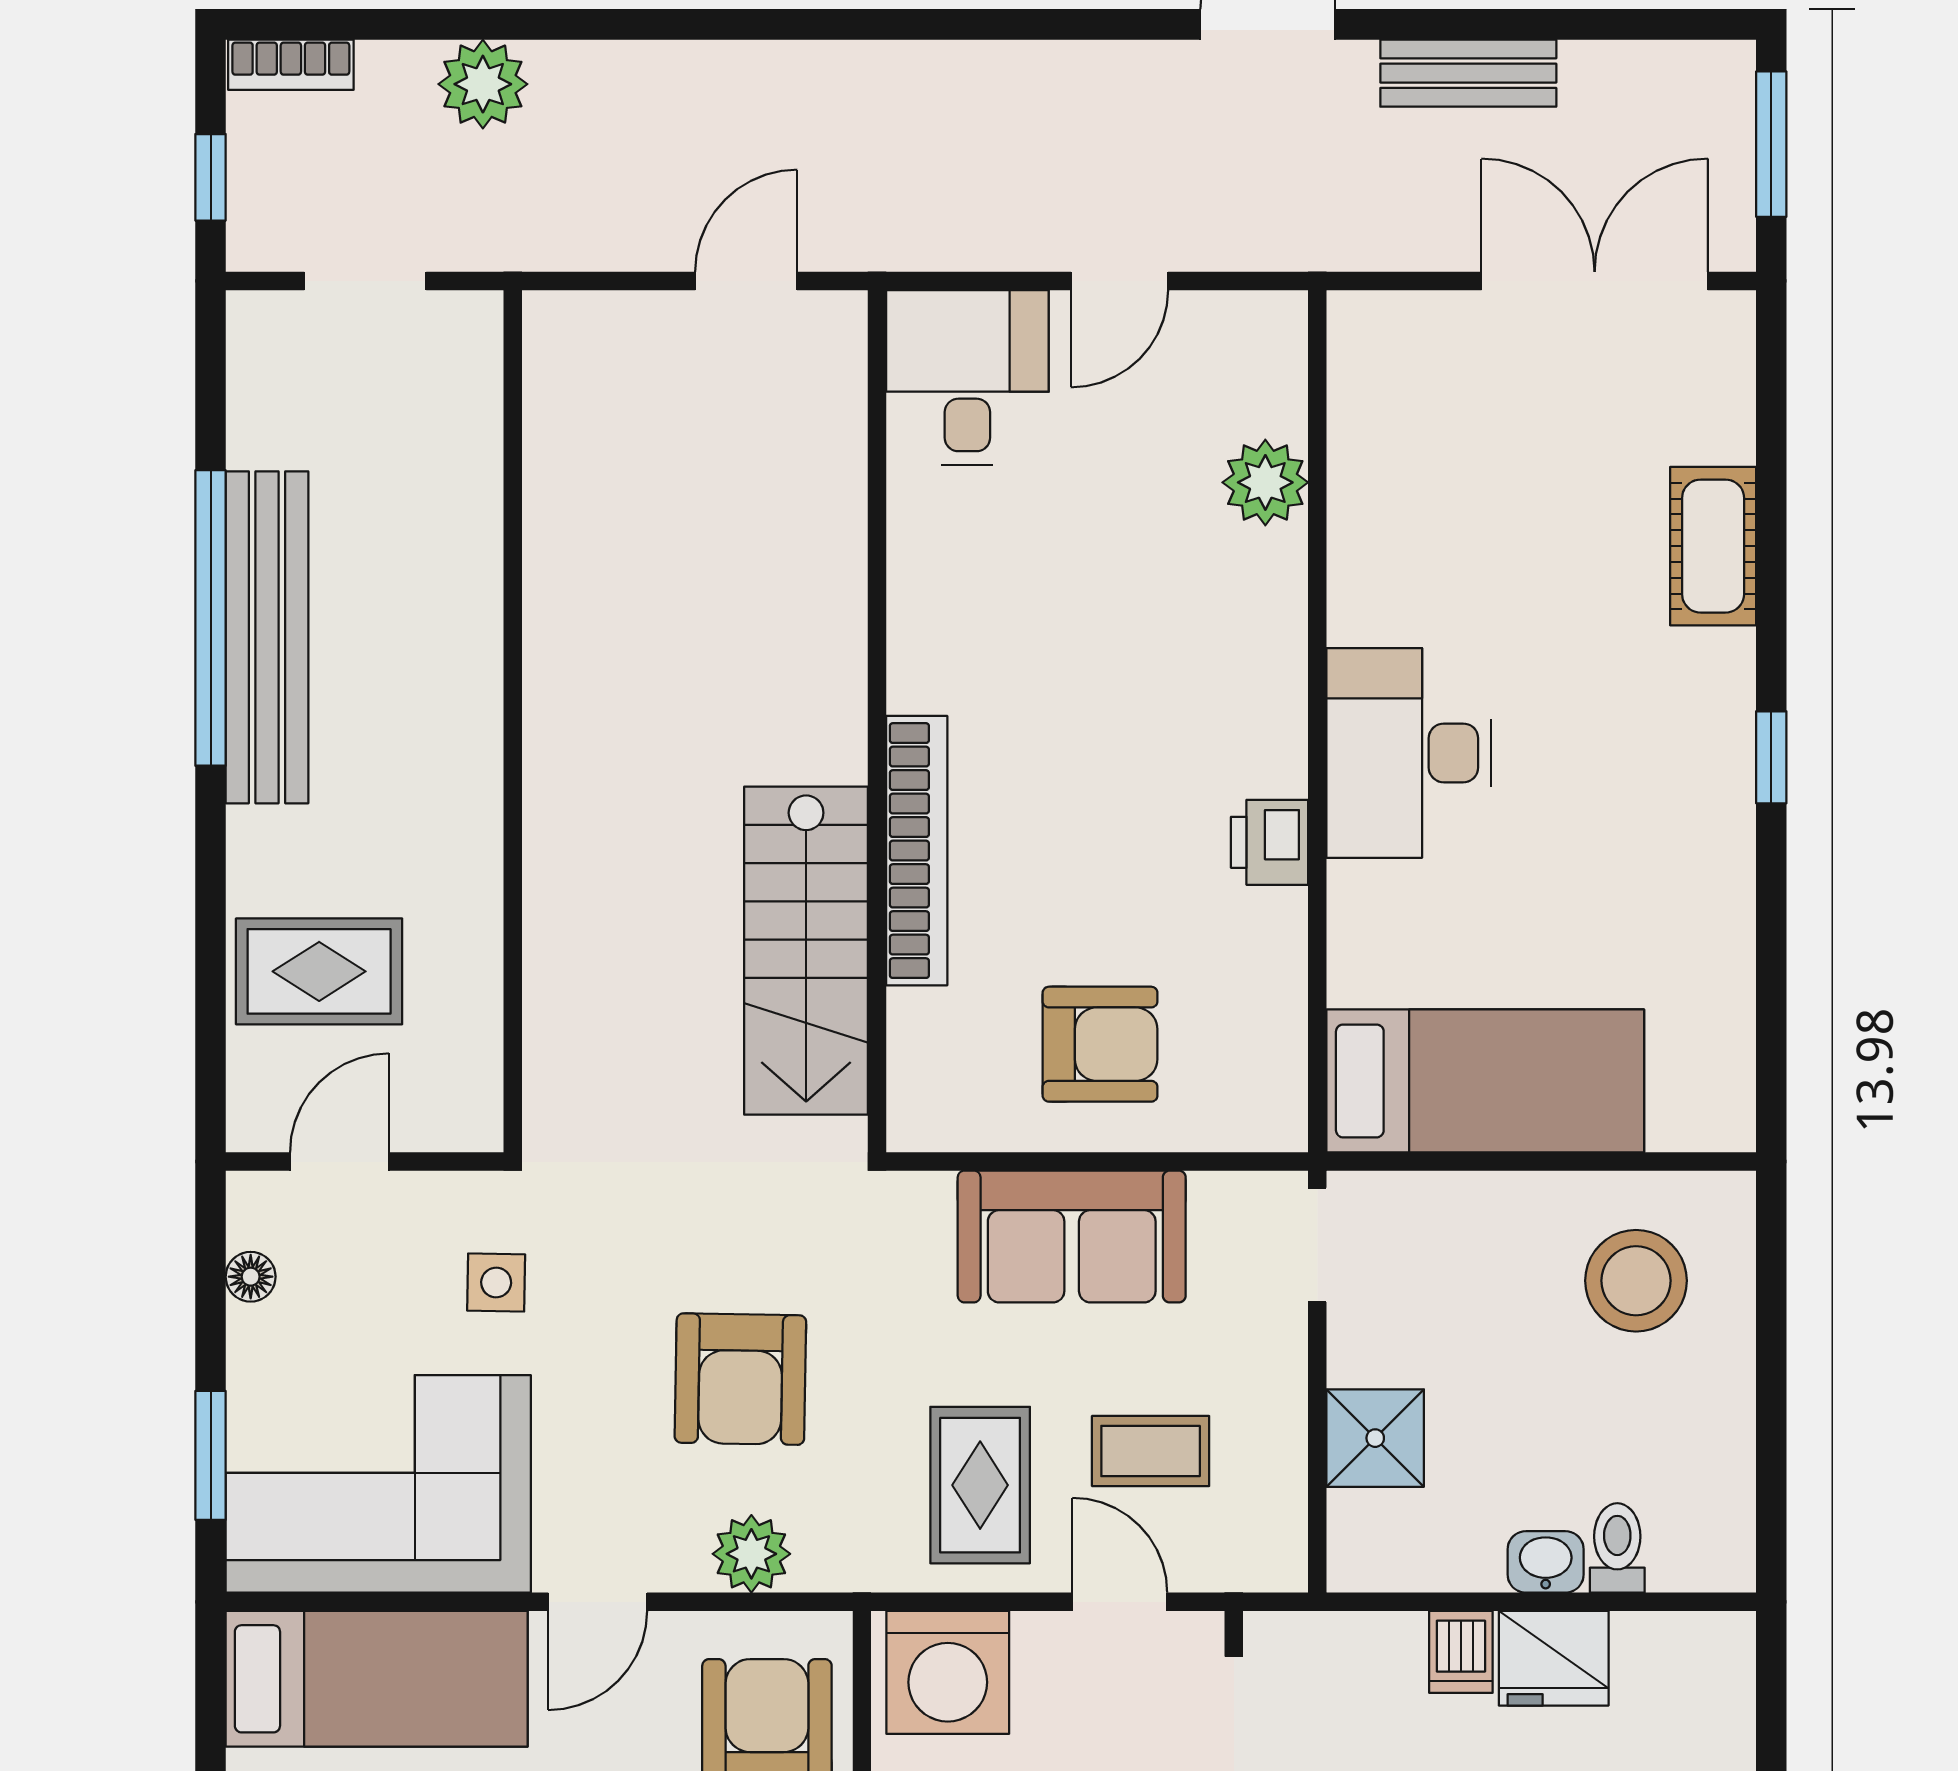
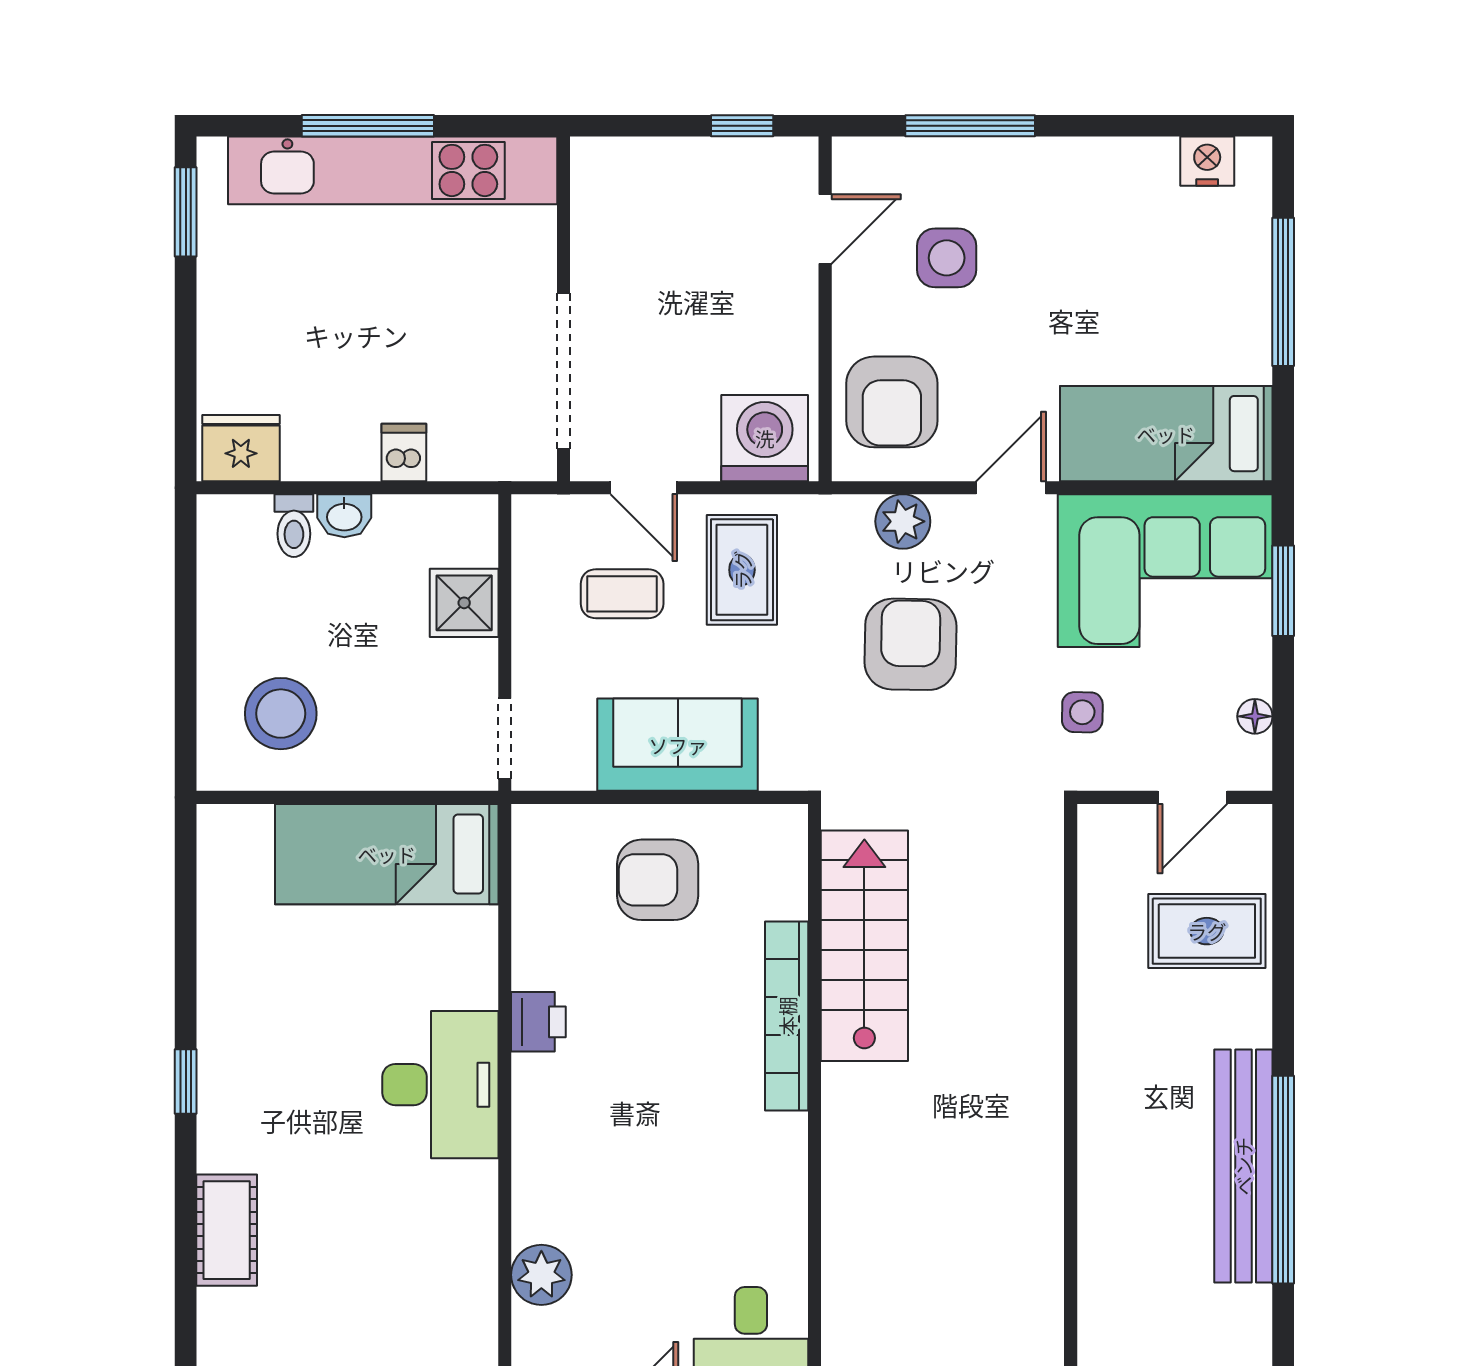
fridge: (1554, 1658) -> (241, 448), moved

